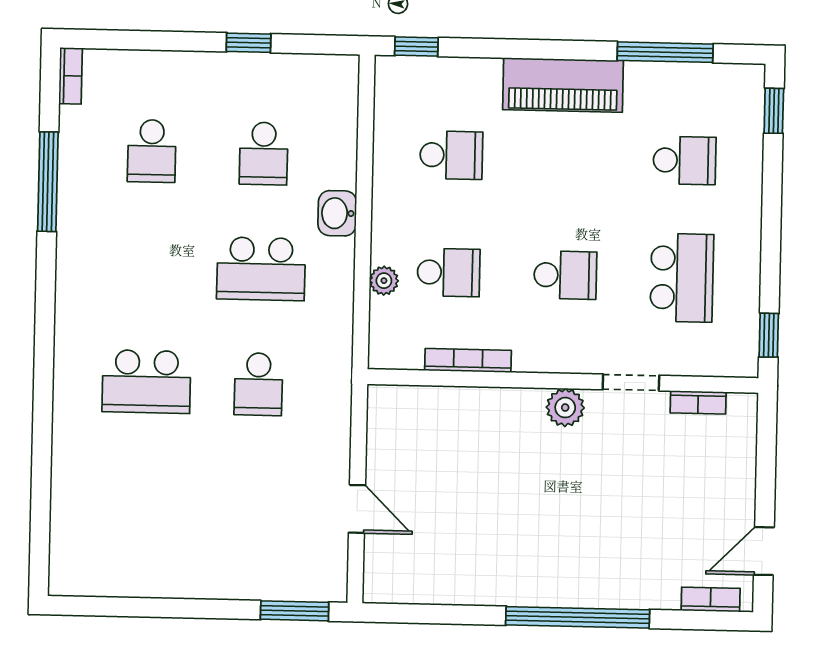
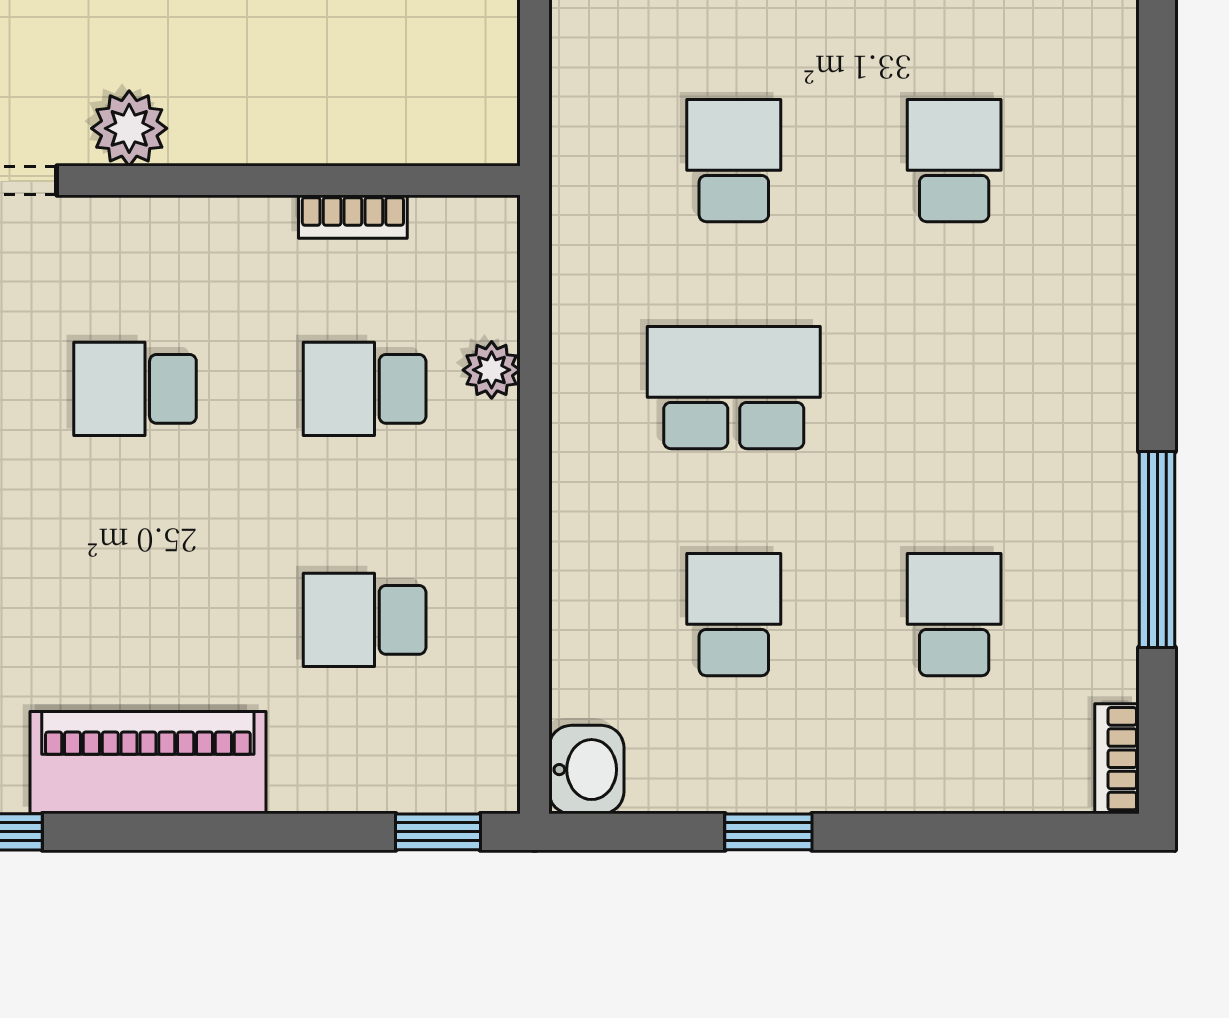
washbasin: (337, 213) -> (586, 770), moved
bookcase: (468, 360) -> (353, 217), width x0.64
school desk: (146, 382) -> (954, 161), width x0.54

